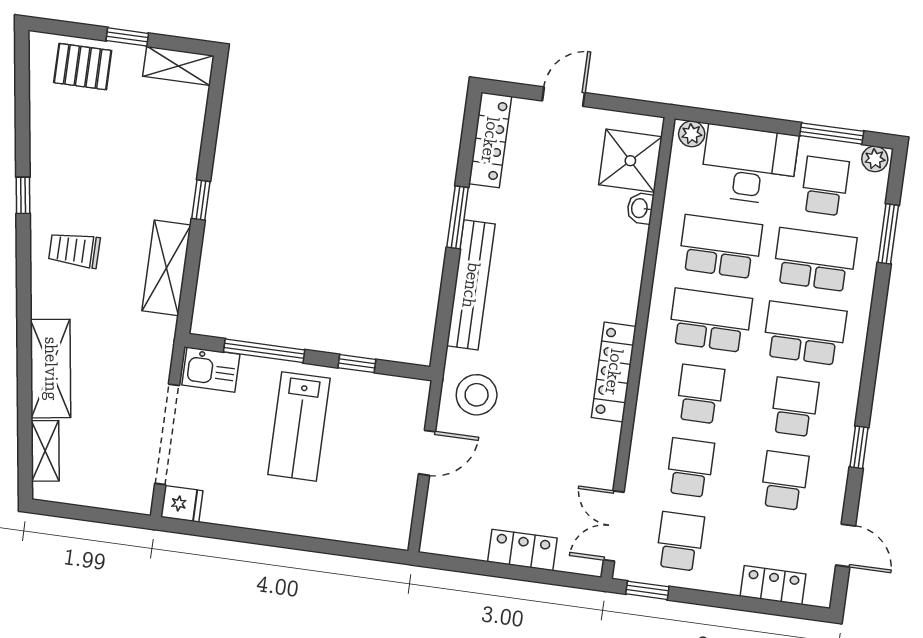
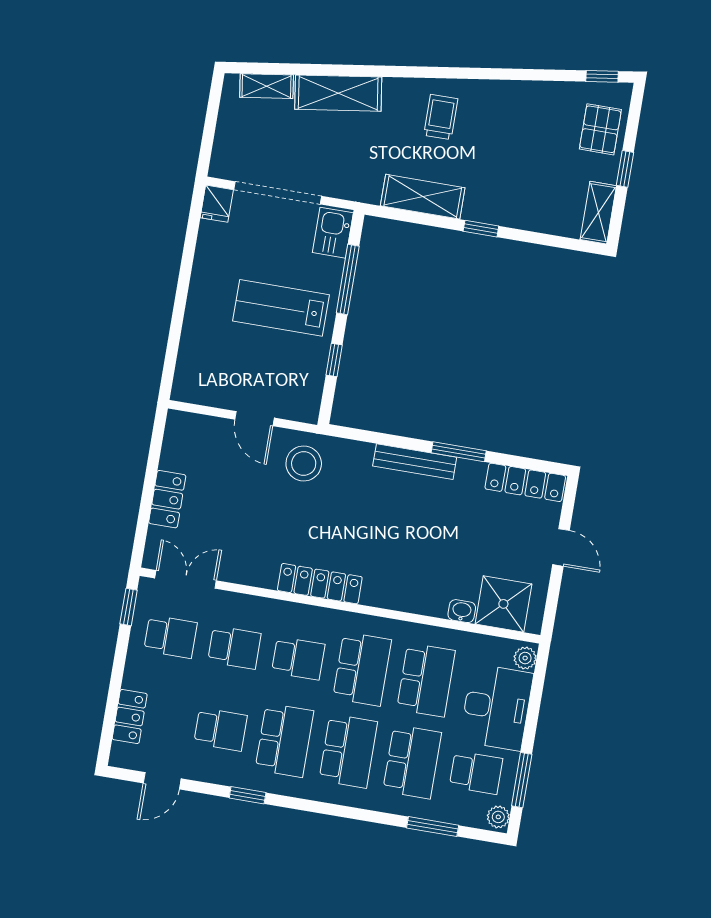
window: (23, 195) -> (602, 76), moved
bench: (471, 285) -> (415, 462), width x0.73, depth x0.82
school desk: (795, 407) -> (284, 740), width x1.85

